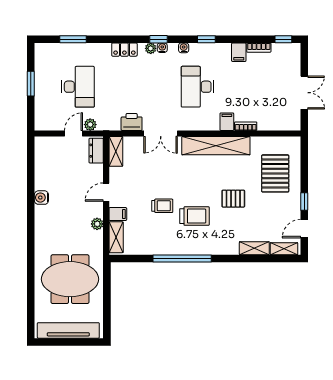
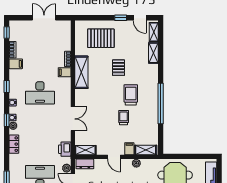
printer: (132, 122) -> (65, 149), moved
shelving: (216, 146) -> (81, 72), width x0.68

